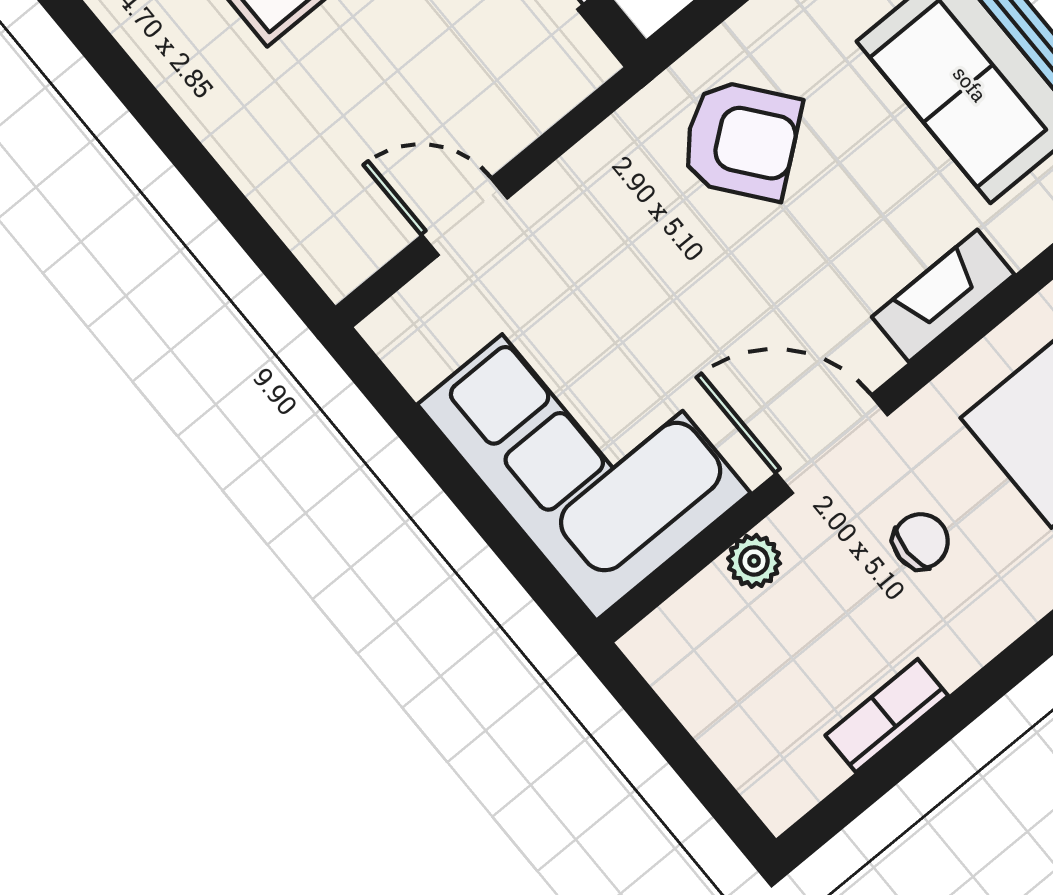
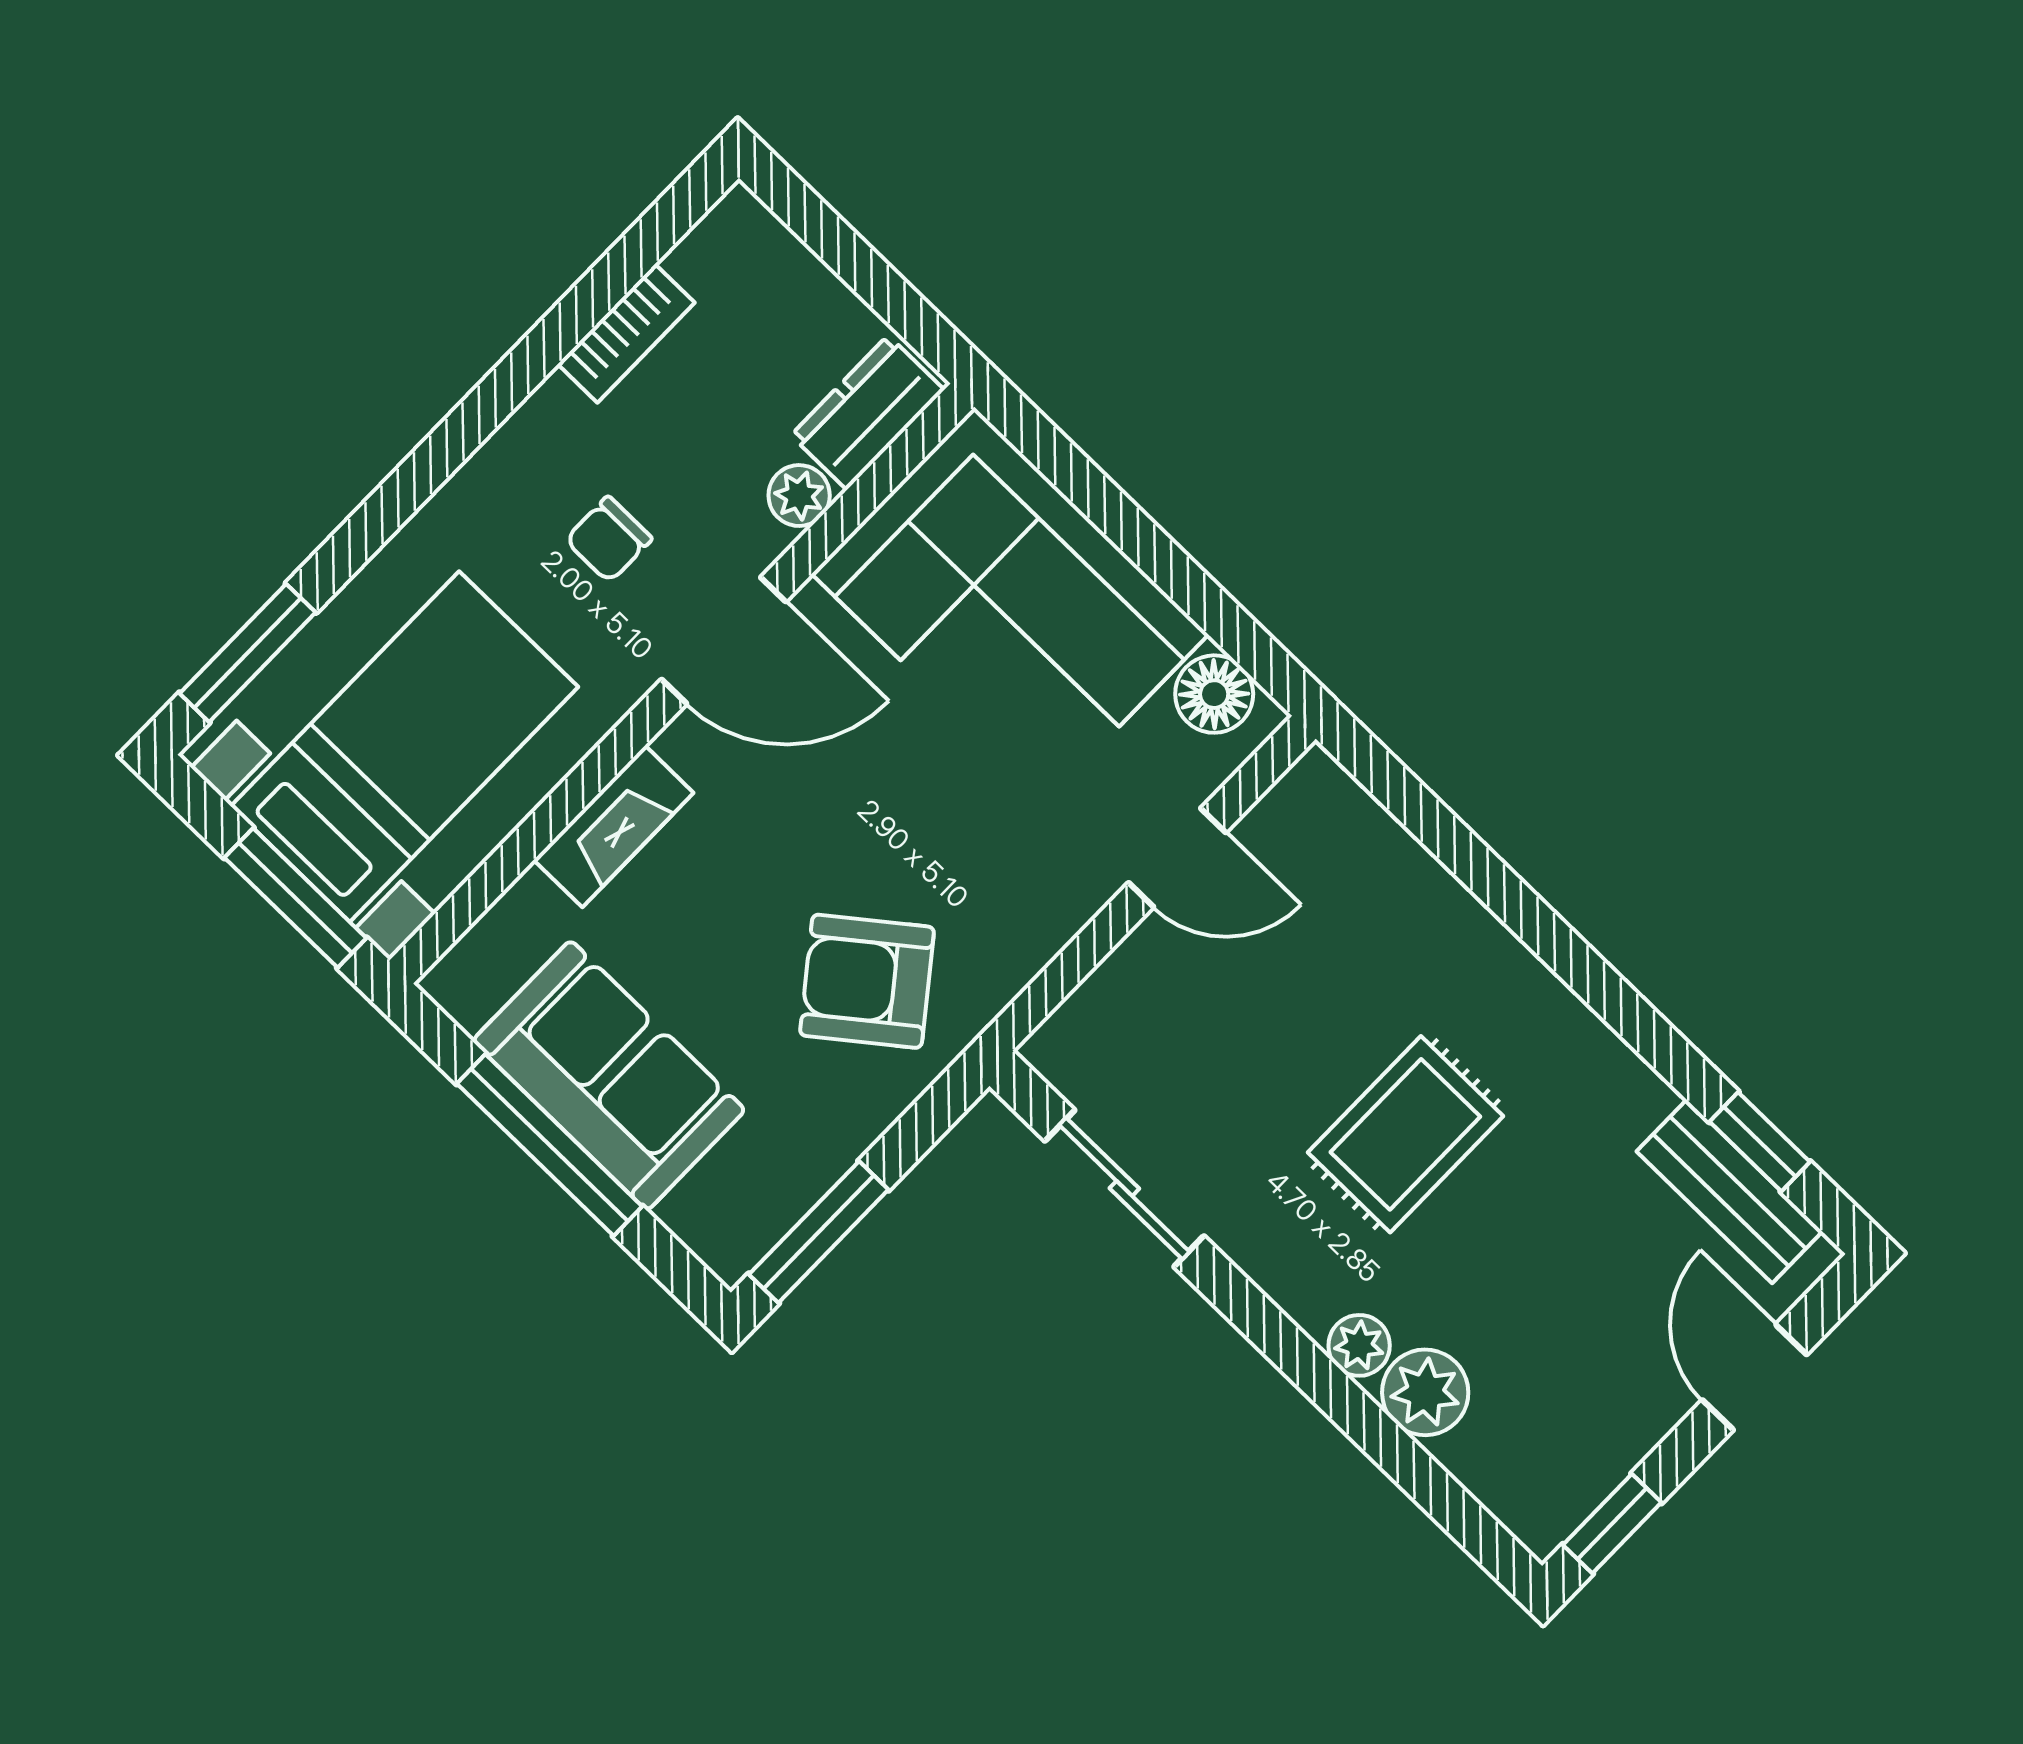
floor lamp: (418, 353) -> (1214, 694), added
dresser: (688, 625) -> (868, 413), added

